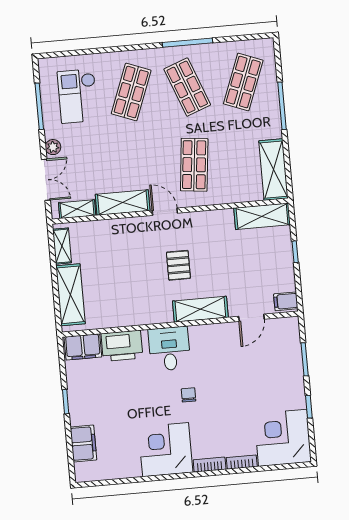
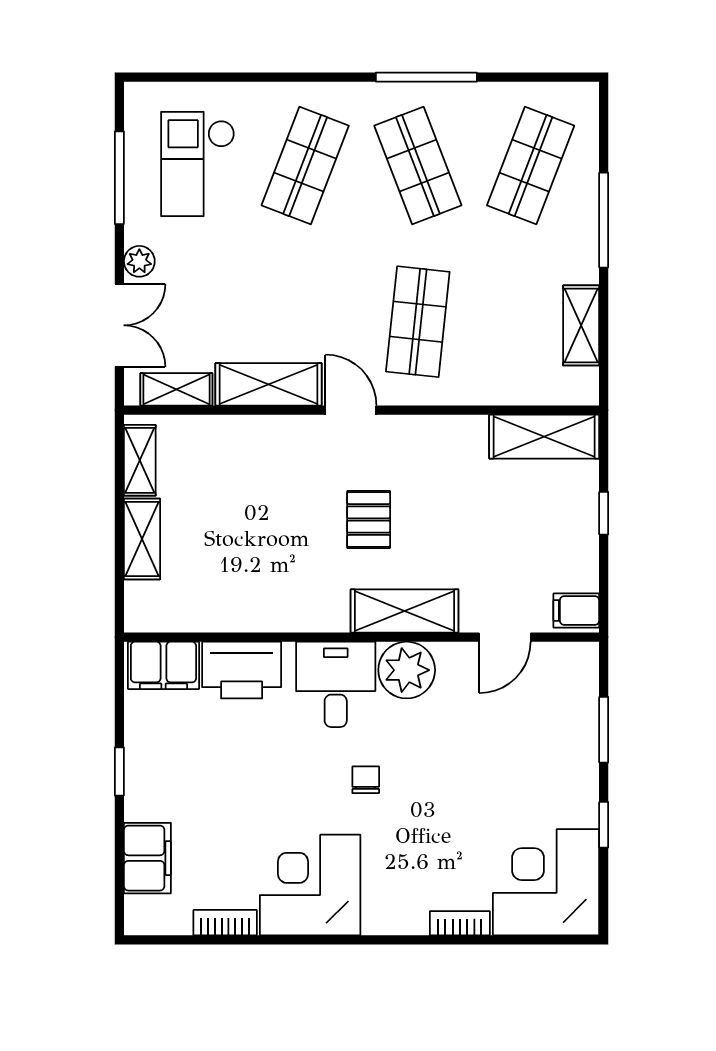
shelving: (273, 170) -> (581, 325), width x0.67, depth x0.75
shelving: (71, 295) -> (142, 539), width x0.67, depth x0.75
plant: (204, 338) -> (407, 670), added
bookcase: (210, 465) -> (225, 923), moved

